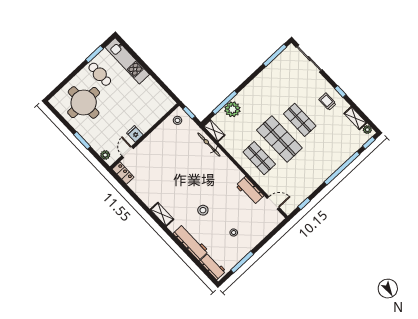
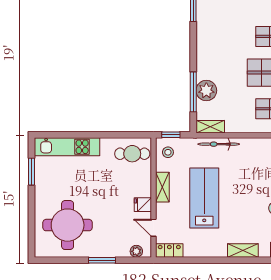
cafe table: (100, 74) -> (132, 154), moved
shelving: (155, 136) -> (162, 187), added
lab bench: (171, 165) -> (204, 198), added

